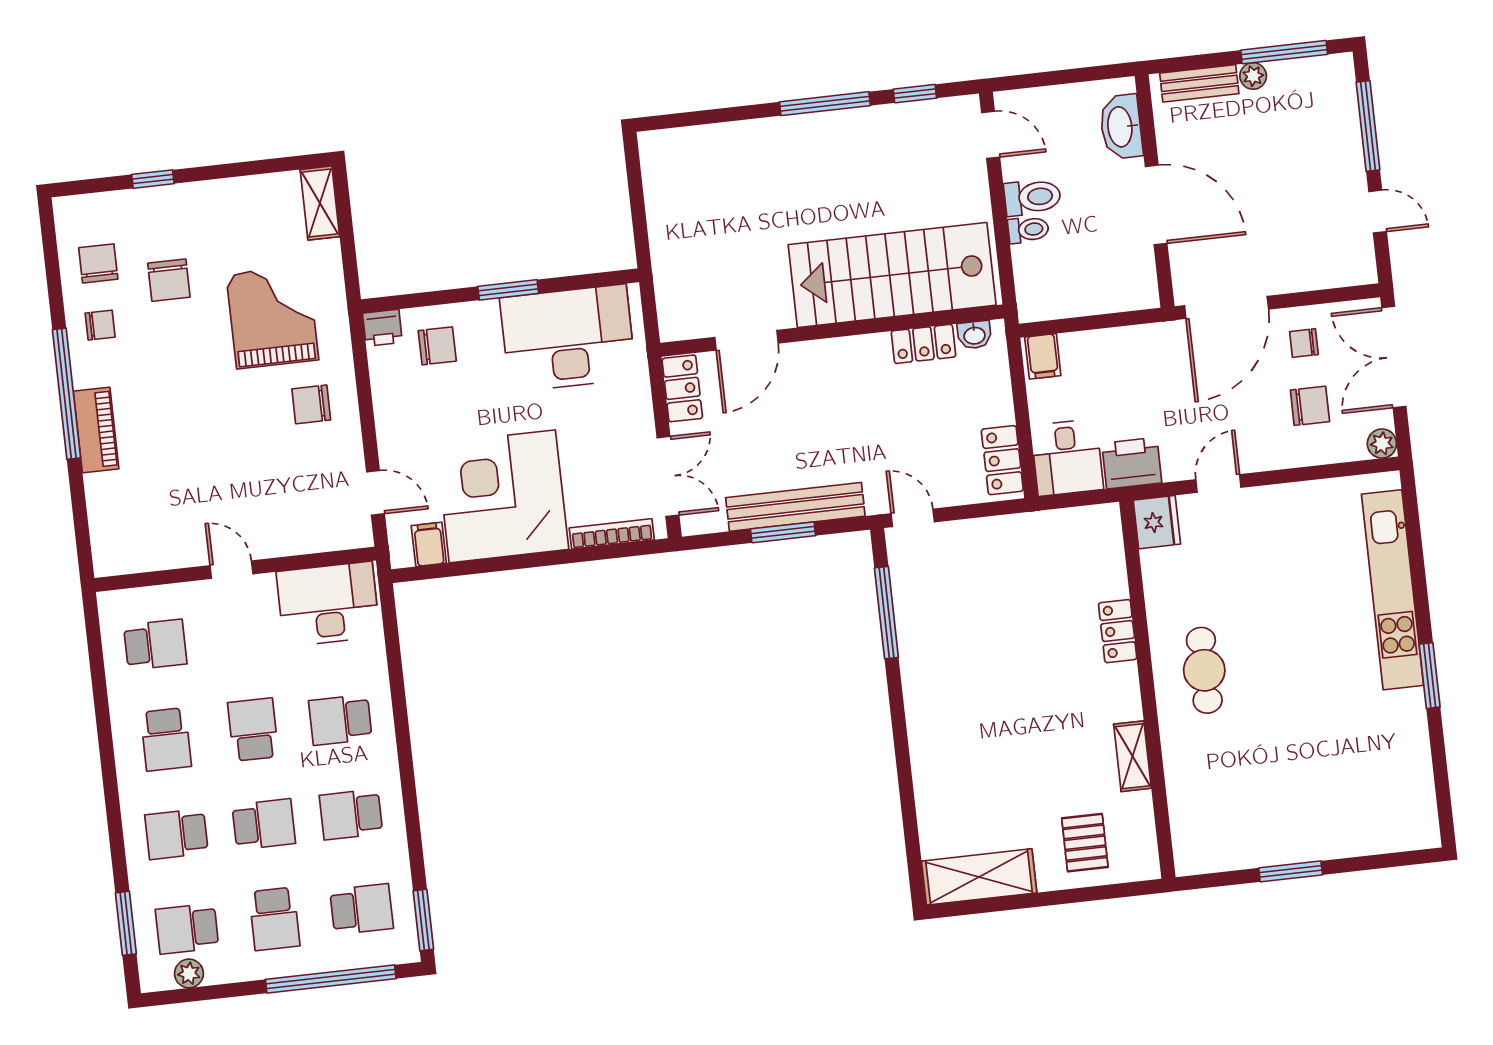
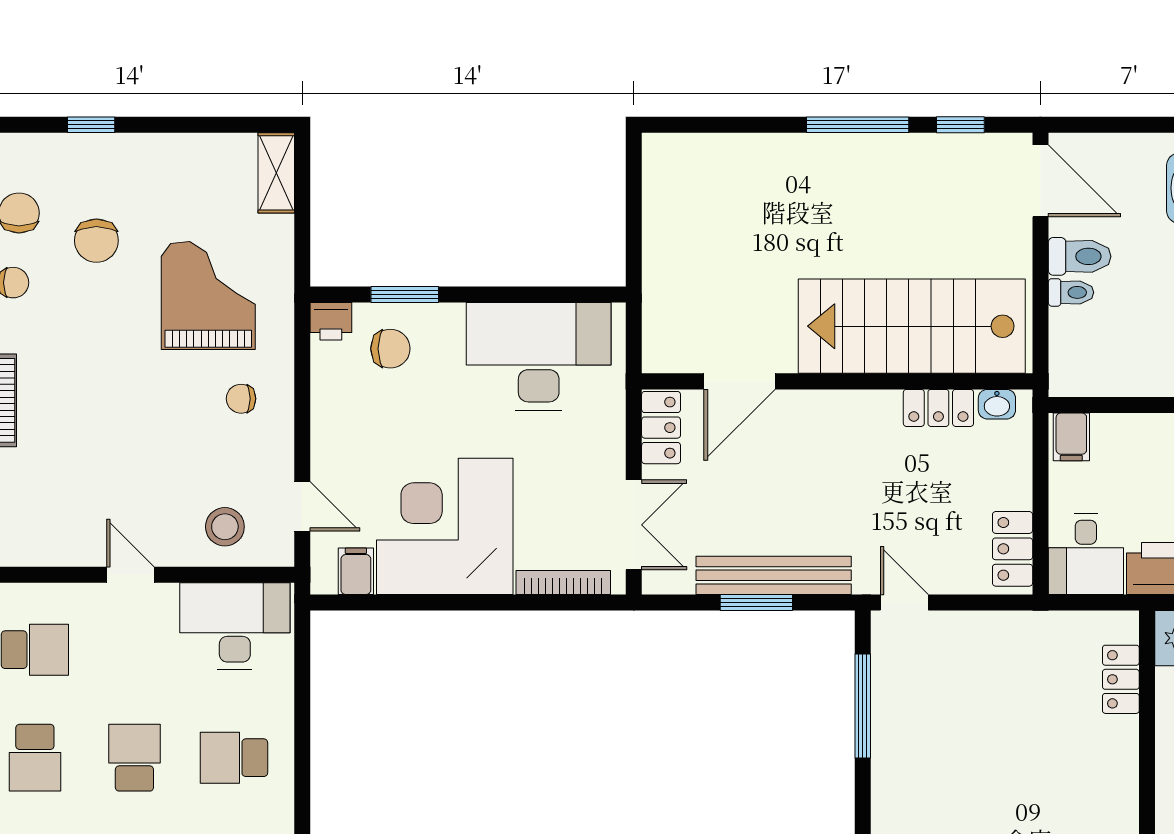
door: (991, 135) -> (1040, 181), width x1.38
window: (508, 290) -> (405, 295), moved
chair: (311, 404) -> (241, 399), width x0.73, depth x0.73
stool: (310, 518) -> (225, 527), added
locker: (1118, 631) -> (1121, 679), moved

